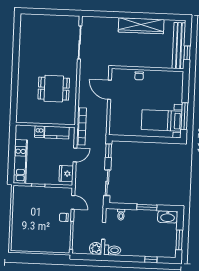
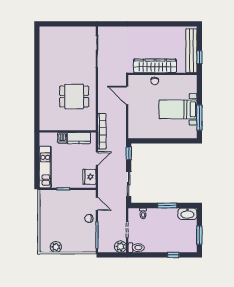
wardrobe: (141, 26) -> (155, 66), moved, turned 180
bed with nightstands: (162, 120) -> (178, 109), moved
plant: (28, 246) -> (56, 247), added

